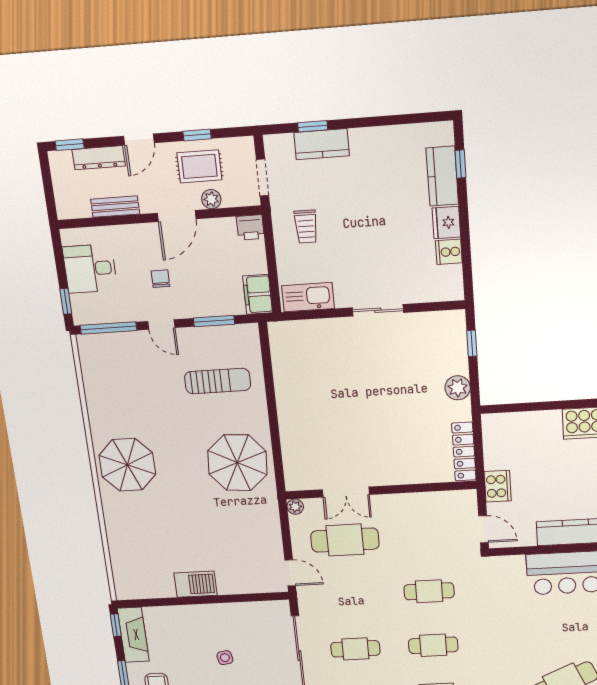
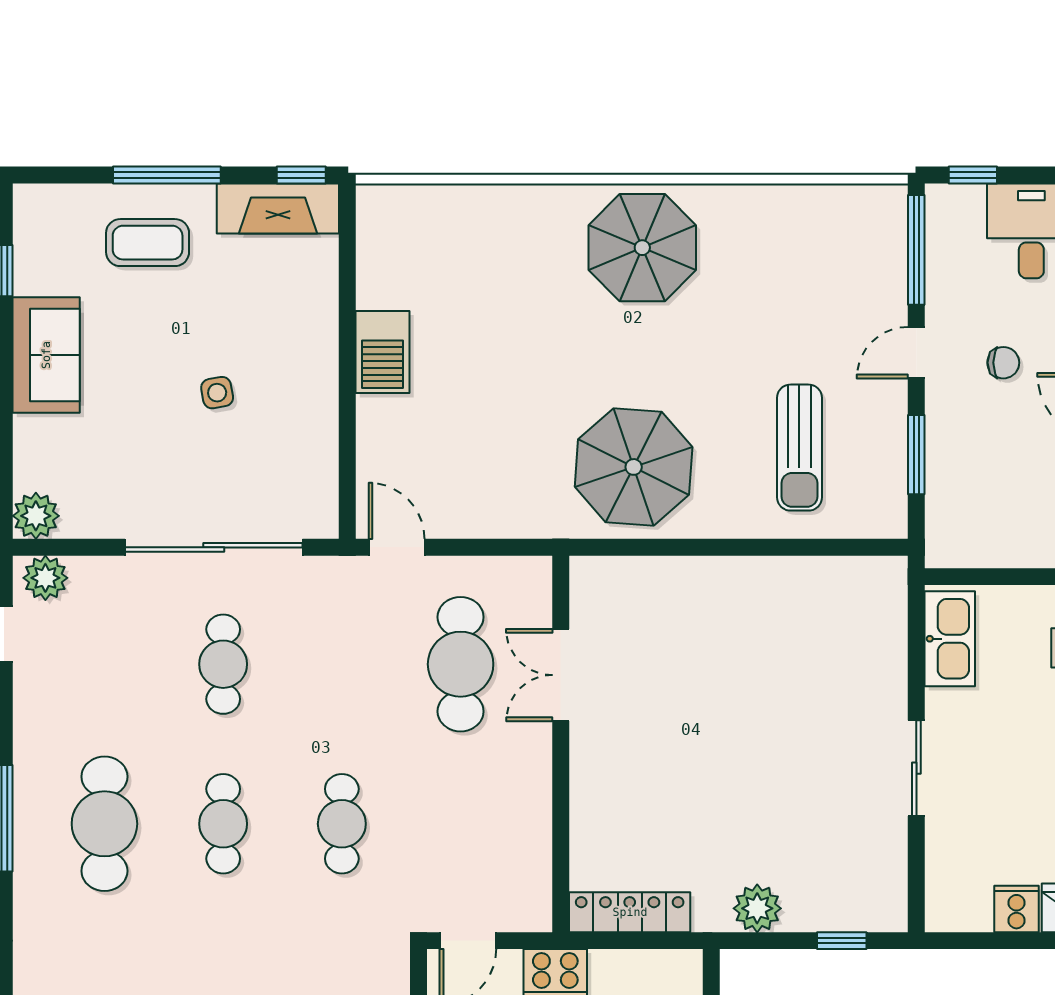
filing cabinet: (258, 294) -> (962, 544), removed
plant: (295, 507) -> (536, 572), removed
door: (290, 573) -> (397, 547), swing flipped

